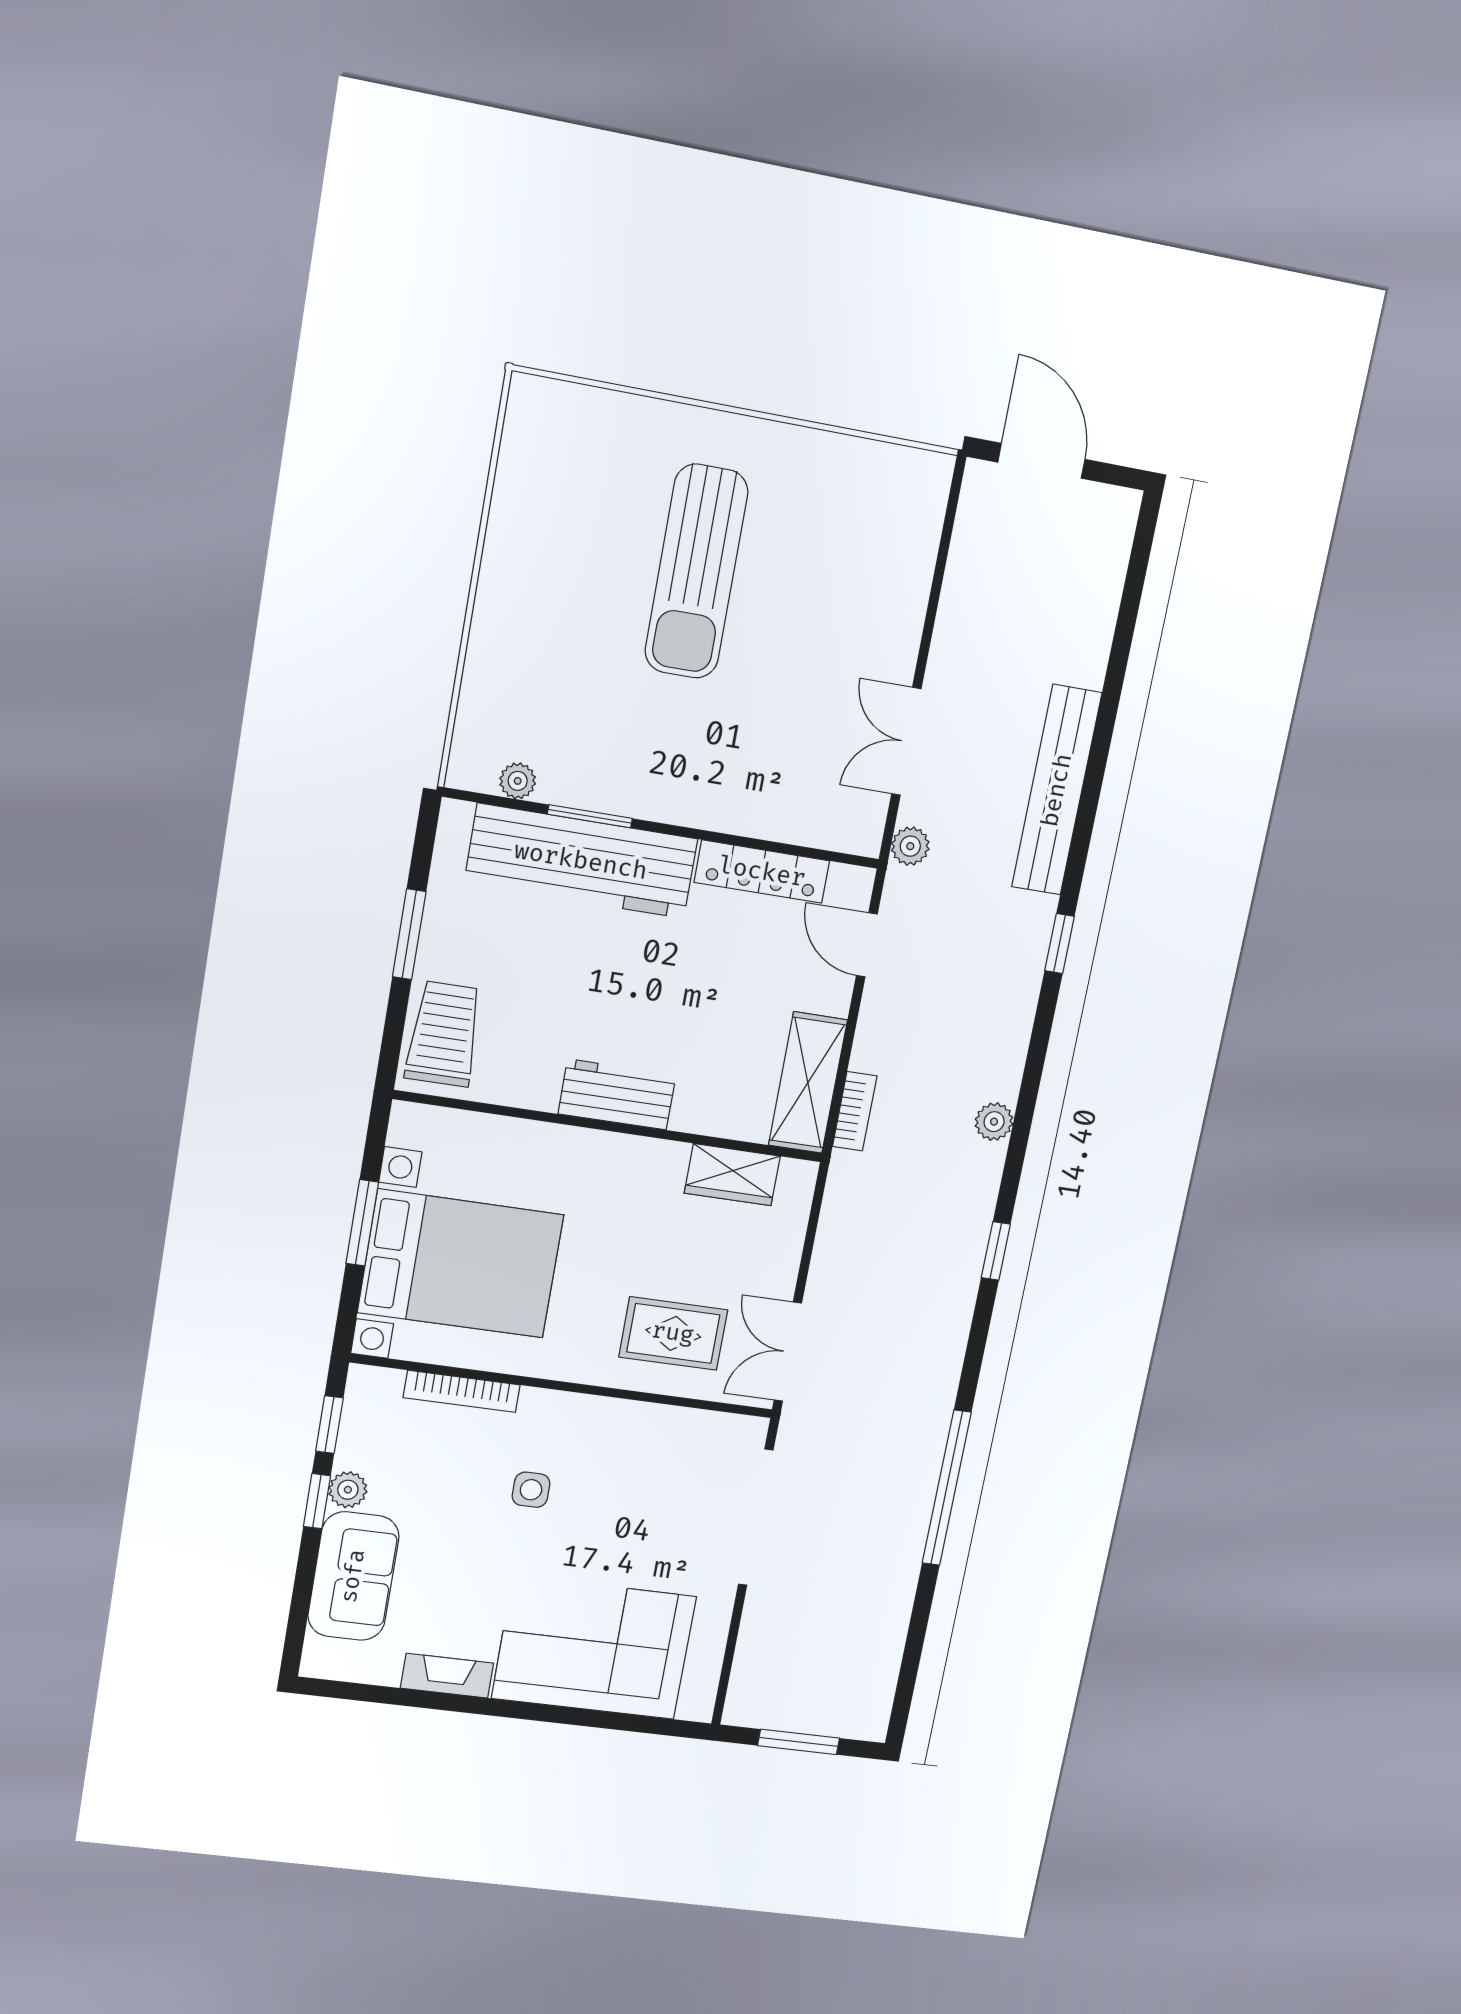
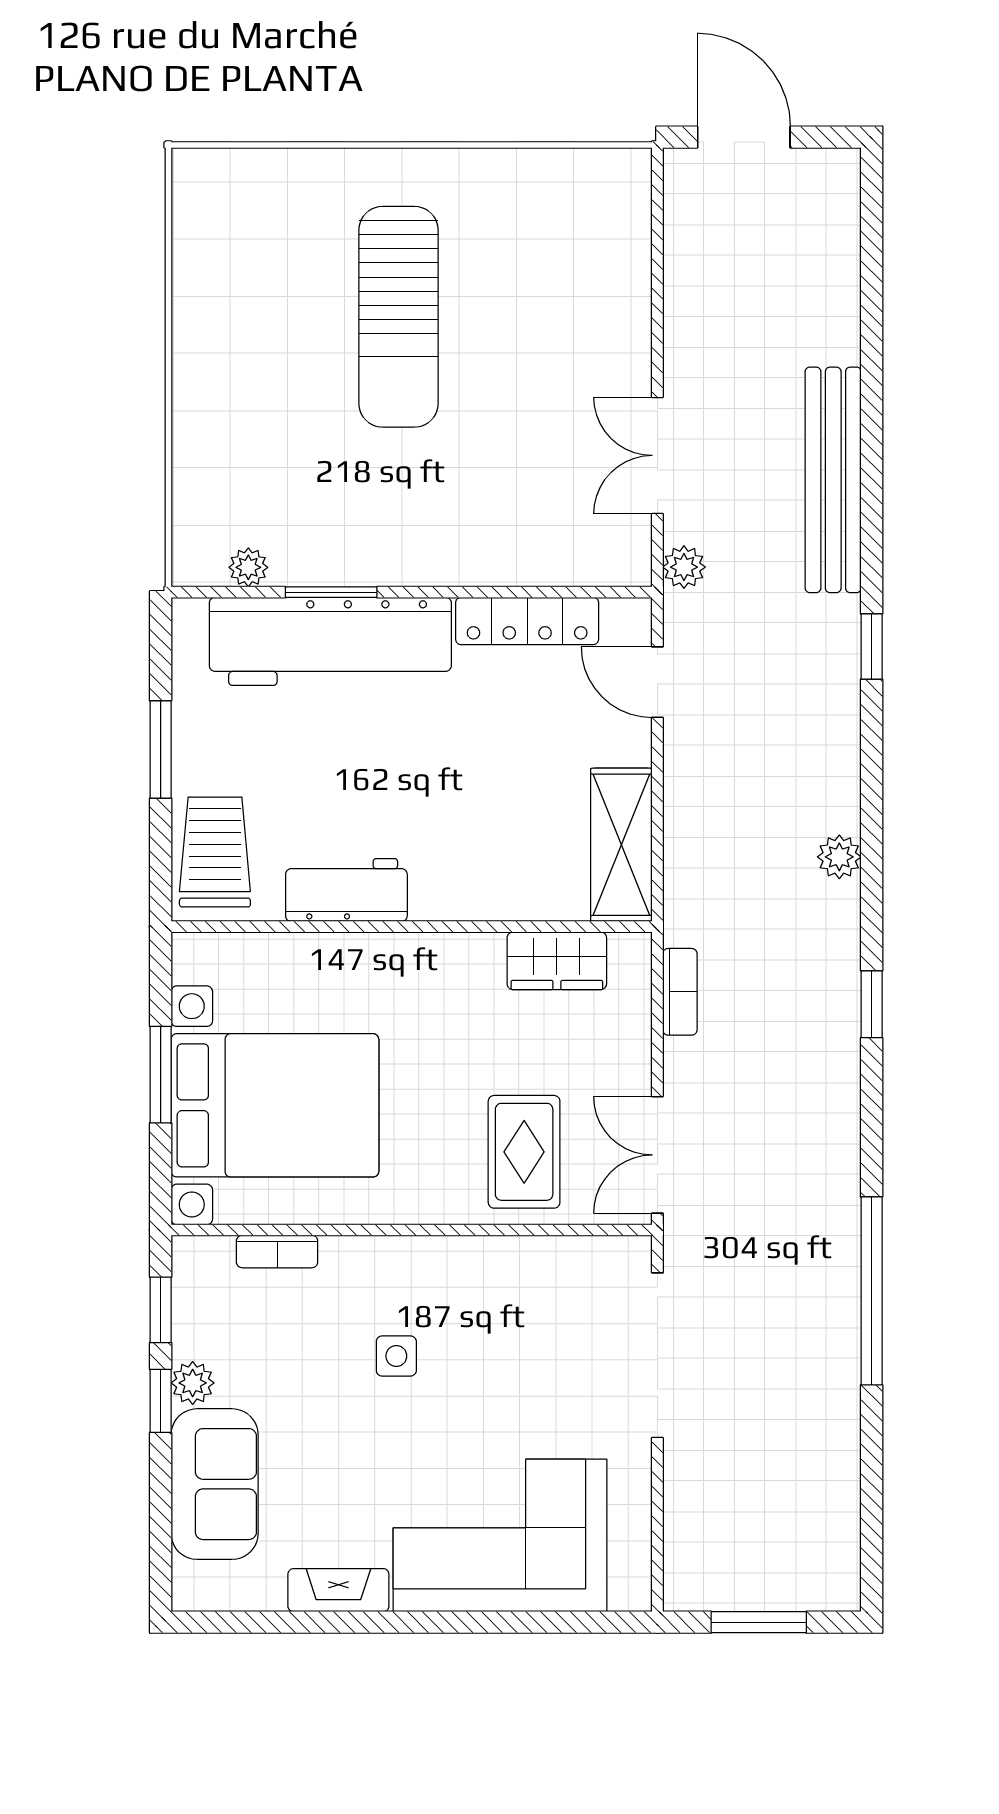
workbench: (617, 1094) -> (346, 890), moved
bookcase: (855, 1111) -> (680, 992), moved
rug: (673, 1333) -> (524, 1152), turned 90
bookcase: (462, 1391) -> (277, 1251), width x0.64

